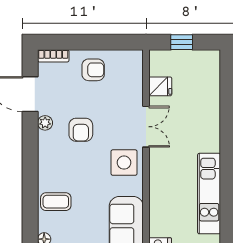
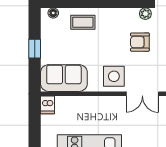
coffee table: (56, 202) -> (83, 22), turned 90

